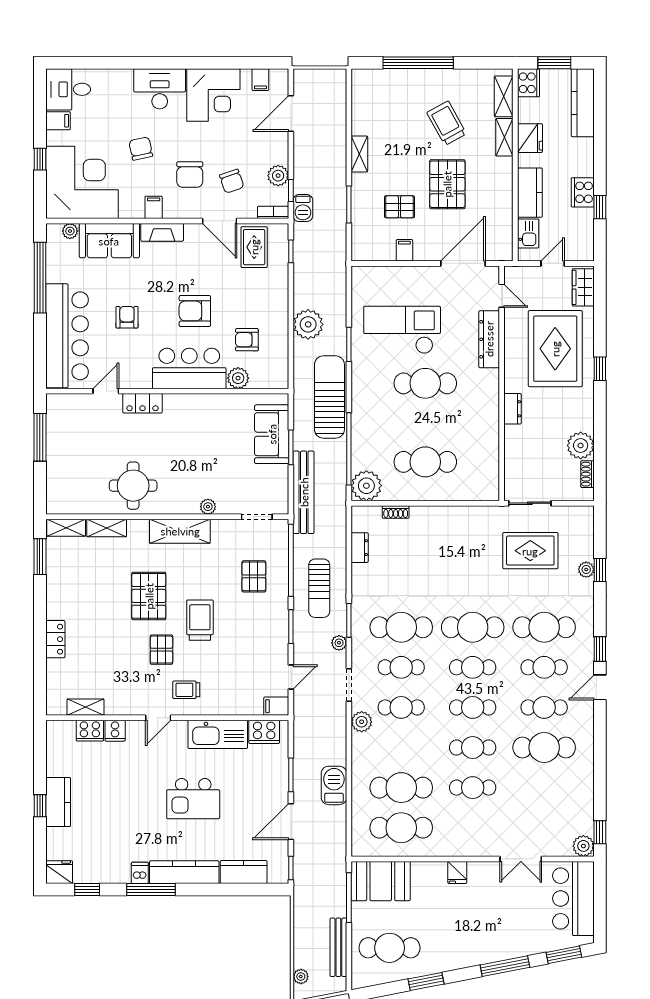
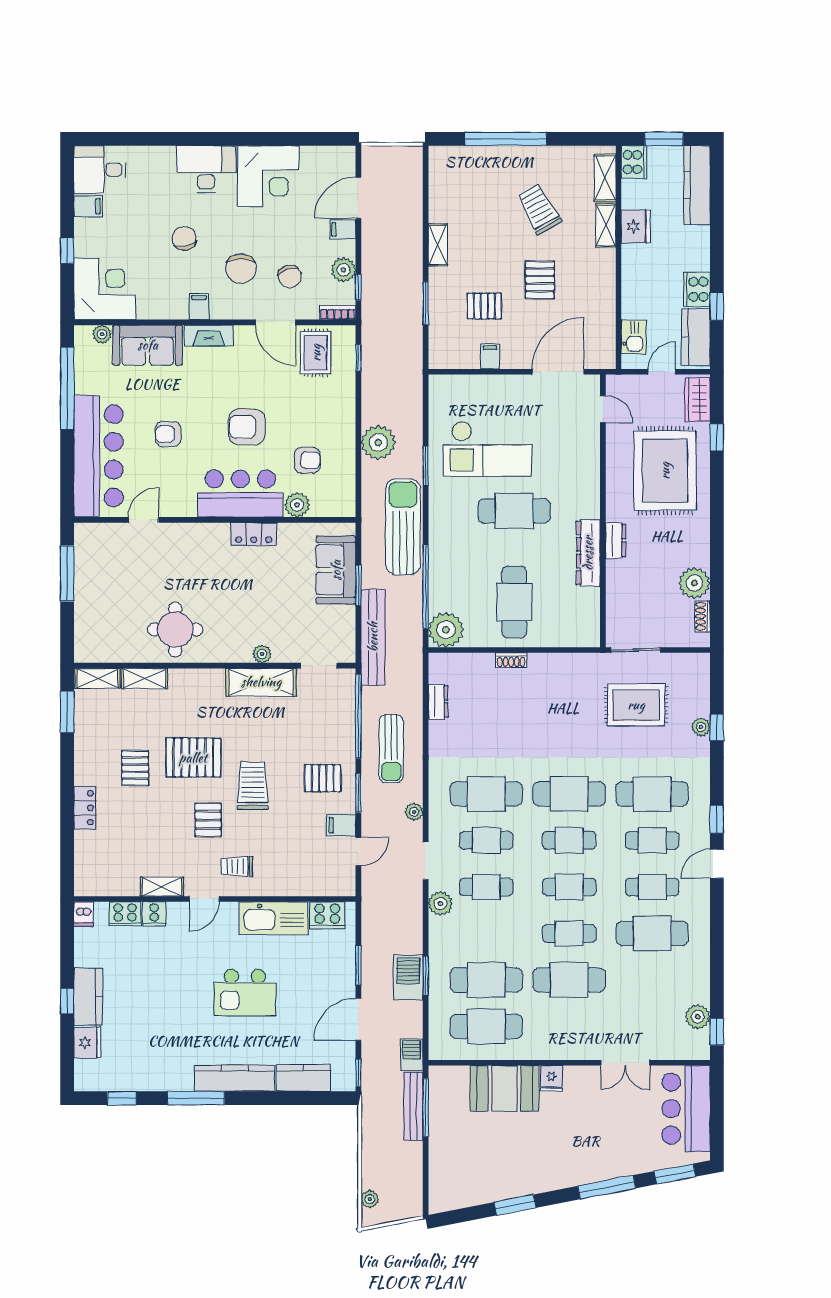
filing cabinet: (260, 80) -> (343, 229), moved, turned 90
corner desk: (82, 182) -> (105, 289), width x0.74, depth x0.74
pallet: (447, 184) -> (540, 280), width x0.67, depth x0.71
kitchen counter: (530, 193) -> (696, 337), moved, turned 180
barbecue: (303, 208) -> (412, 1055), moved, turned 180
armchair: (127, 317) -> (168, 434), turned -90
checkout: (402, 330) -> (487, 449), turned 180
dresser: (489, 339) -> (588, 553), moved
armchair: (247, 340) -> (307, 460), turned 180
window: (600, 369) -> (717, 437), moved
locker: (142, 403) -> (254, 534), moved
cafe table: (425, 462) -> (514, 602), turned 90
shoe rack: (396, 512) -> (511, 660), moved
shelving: (180, 531) -> (261, 682), moved
pallet: (254, 576) -> (323, 778), moved, turned 90
pallet: (149, 596) -> (193, 758), turned 90
pallet: (99, 605) -> (135, 768), added
window: (349, 620) -> (426, 976), moved
filing cabinet: (276, 706) -> (341, 825), moved
shelving: (86, 707) -> (162, 887), moved
cafe table: (473, 788) -> (569, 980), width x1.37, depth x1.35
plant: (583, 846) -> (698, 1017), moved
fridge: (59, 872) -> (87, 1043), moved, turned 90
dishwasher: (140, 873) -> (84, 914), moved, turned 180
booth: (381, 881) -> (504, 1088), moved
bench: (338, 947) -> (413, 1106), moved
cafe table: (390, 948) -> (473, 1166), removed

